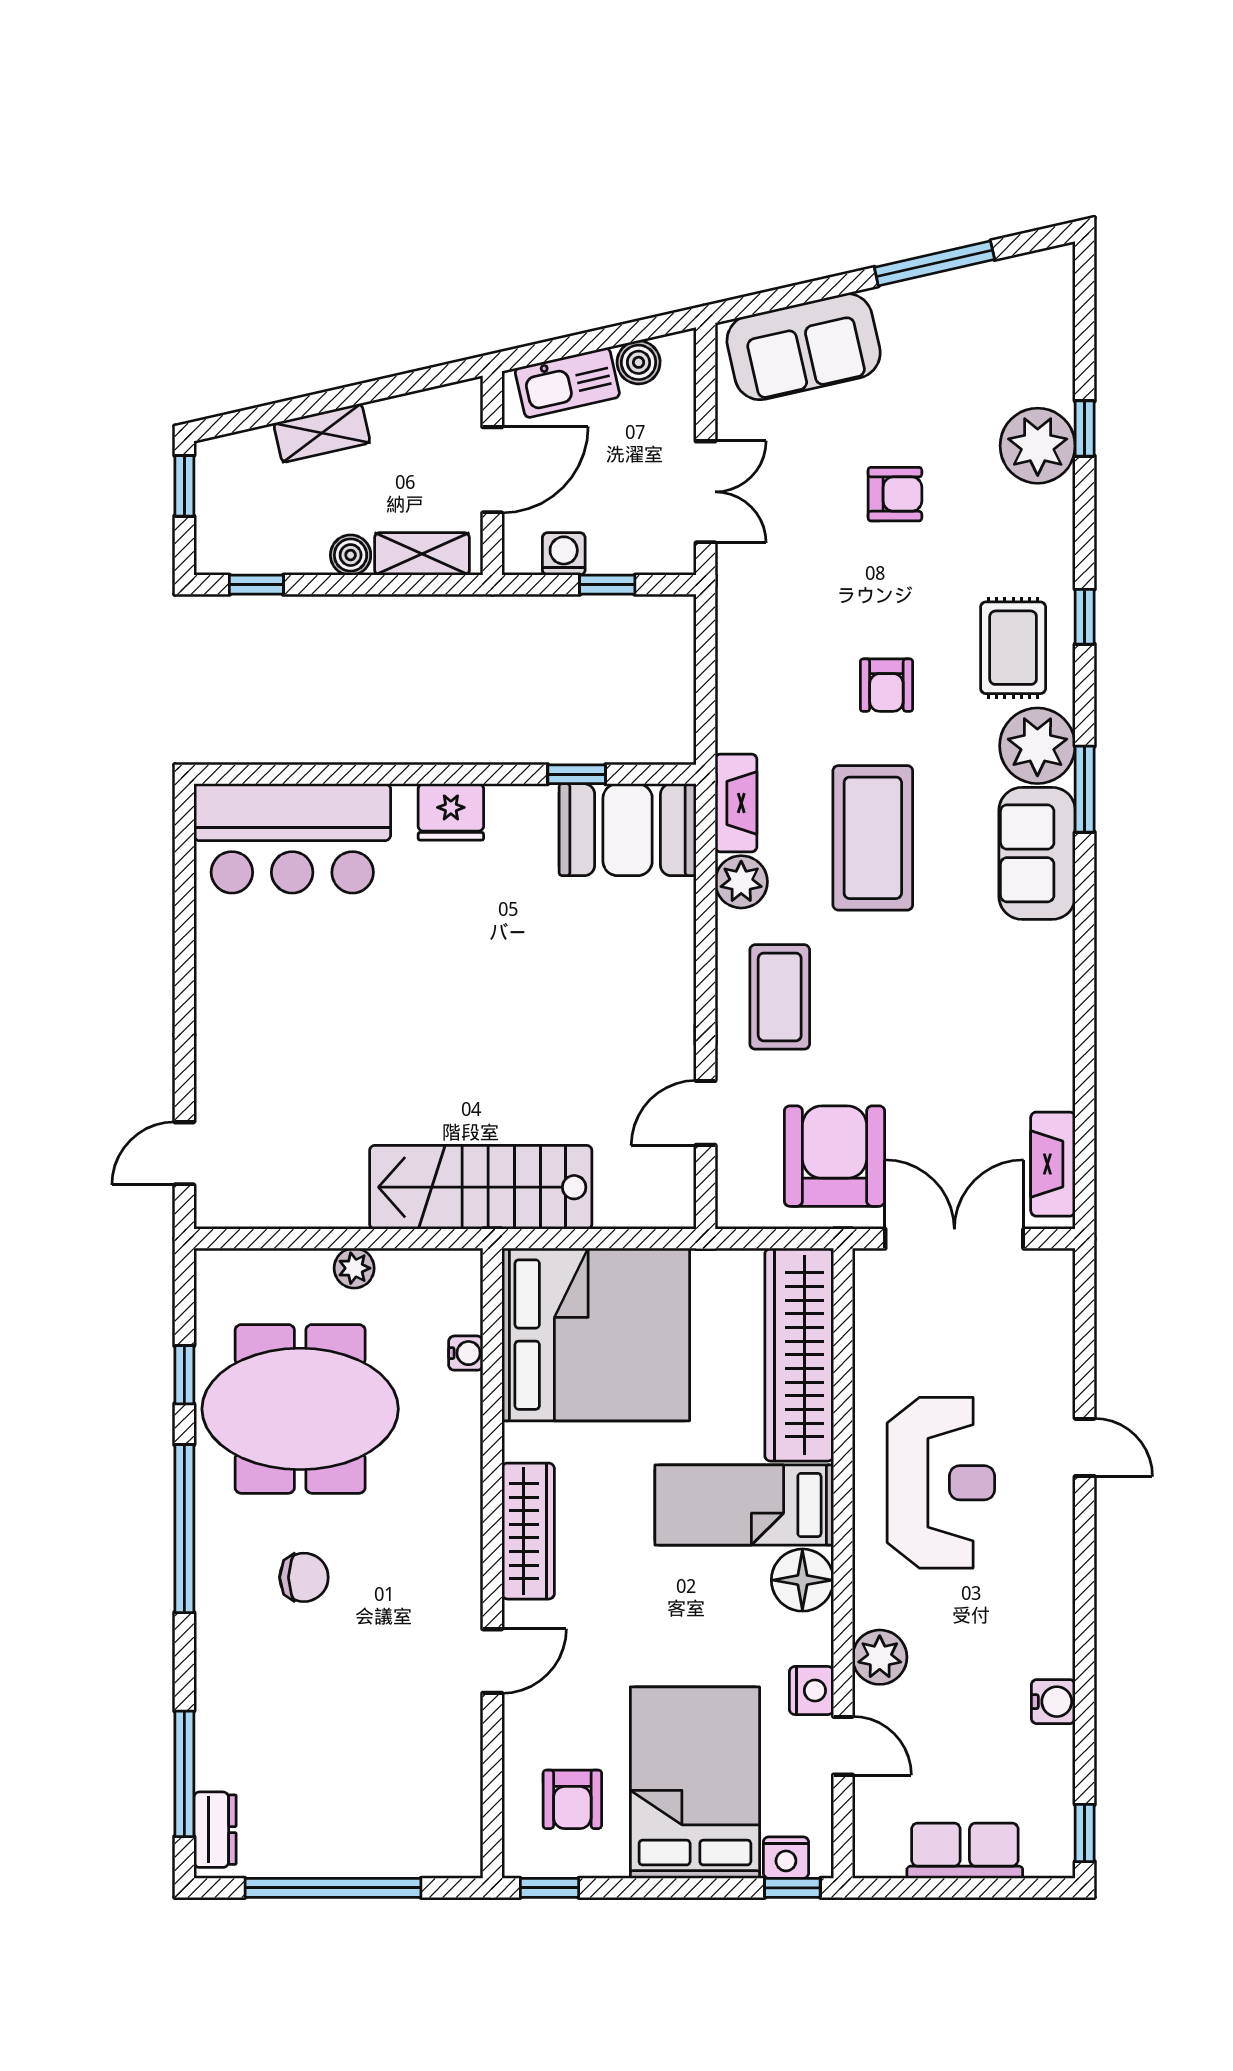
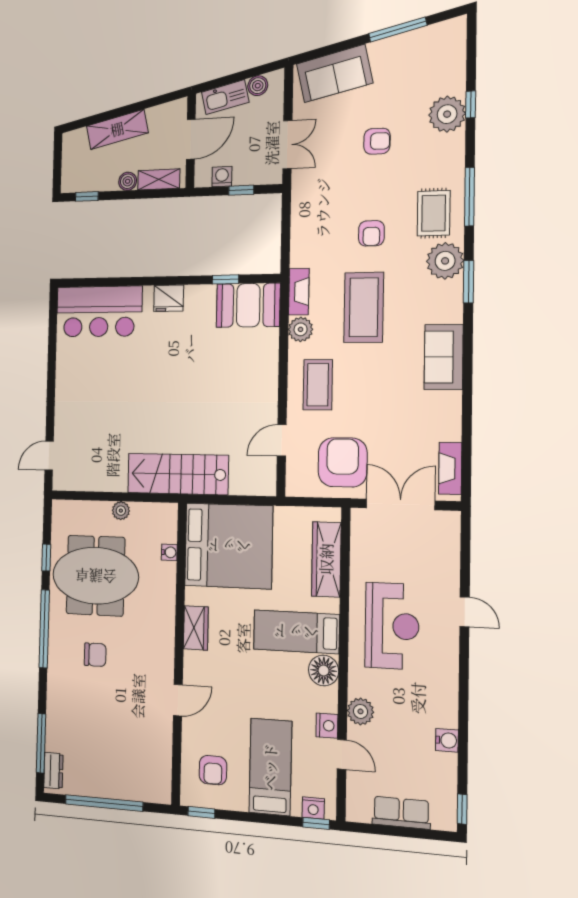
shelving: (322, 433) -> (117, 129), width x1.50, depth x1.33
window: (184, 486) -> (58, 153), removed
window: (1085, 617) -> (470, 197), width x2.17
sofa: (1037, 853) -> (444, 357), moved
wardrobe: (799, 1355) -> (326, 559), width x0.71, depth x0.85
wardrobe: (528, 1531) -> (196, 628), width x0.67
bed: (695, 1783) -> (270, 767), width x0.67

